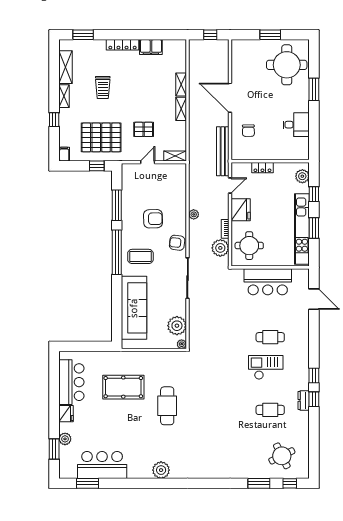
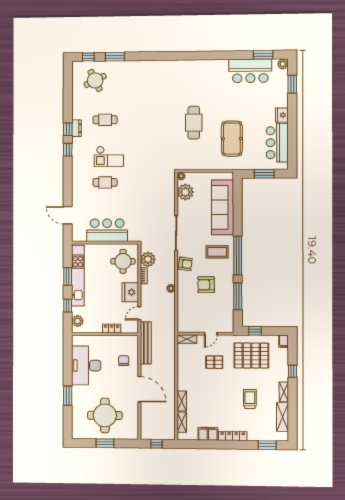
round table: (287, 65) -> (105, 415), moved
shelving: (181, 109) -> (182, 422), moved
desk: (296, 125) -> (86, 365), width x1.87, depth x1.30
window: (86, 346) -> (264, 174), added
pool table: (123, 387) -> (232, 139), turned 90
plant: (65, 439) -> (283, 64), moved
plant: (161, 470) -> (199, 67), removed

